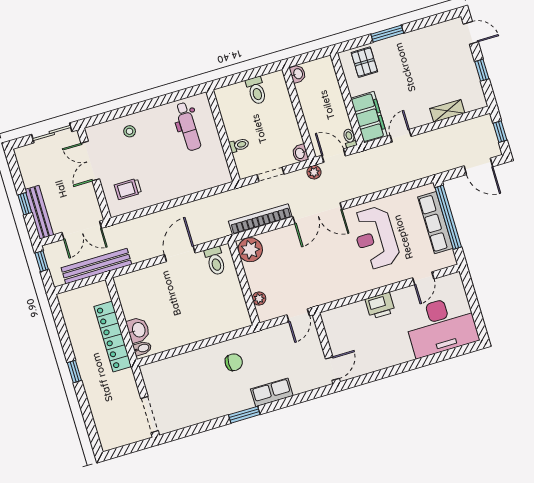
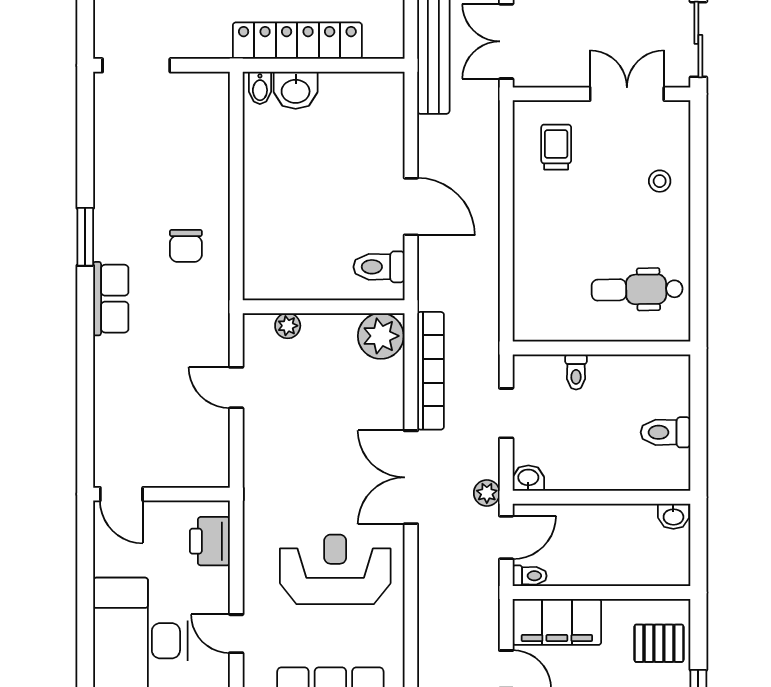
wall: (326, 348) -> (162, 494), moved
door: (332, 369) -> (121, 494), moved

